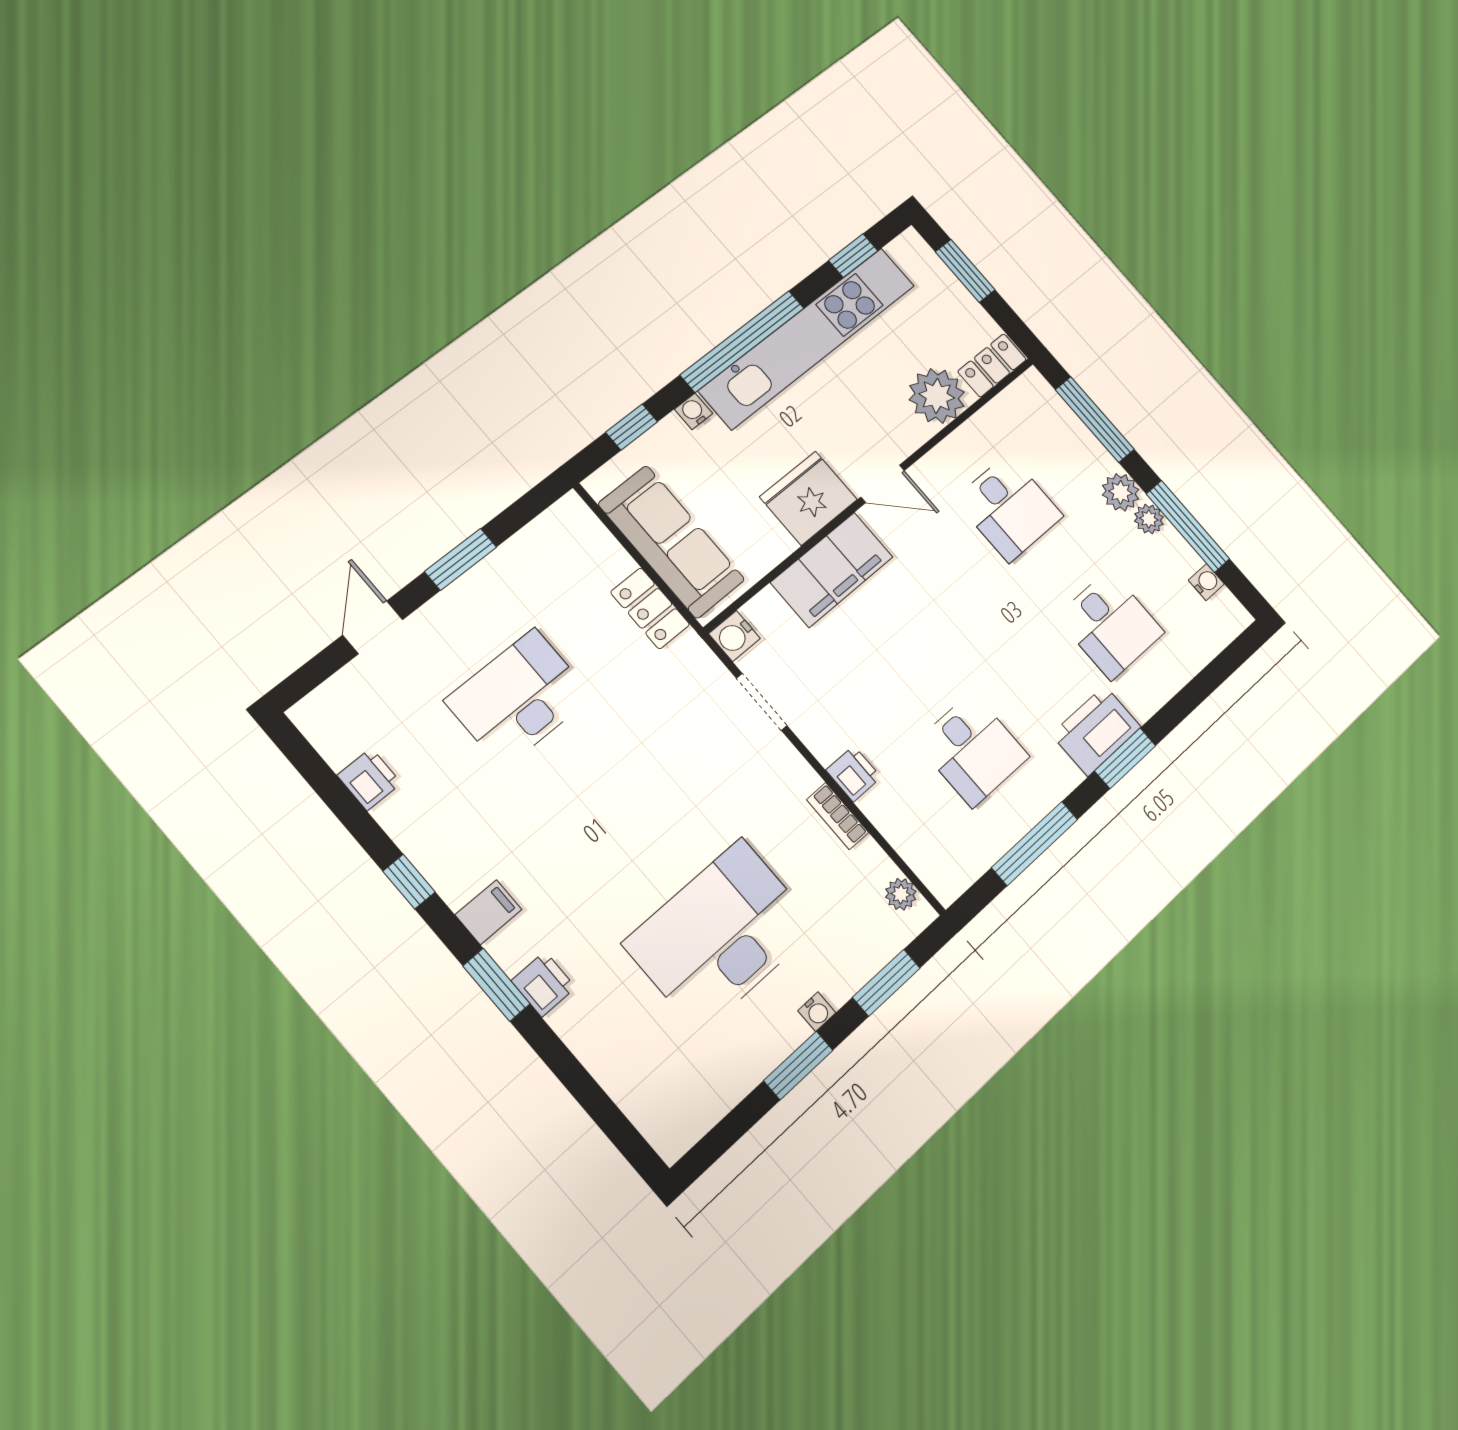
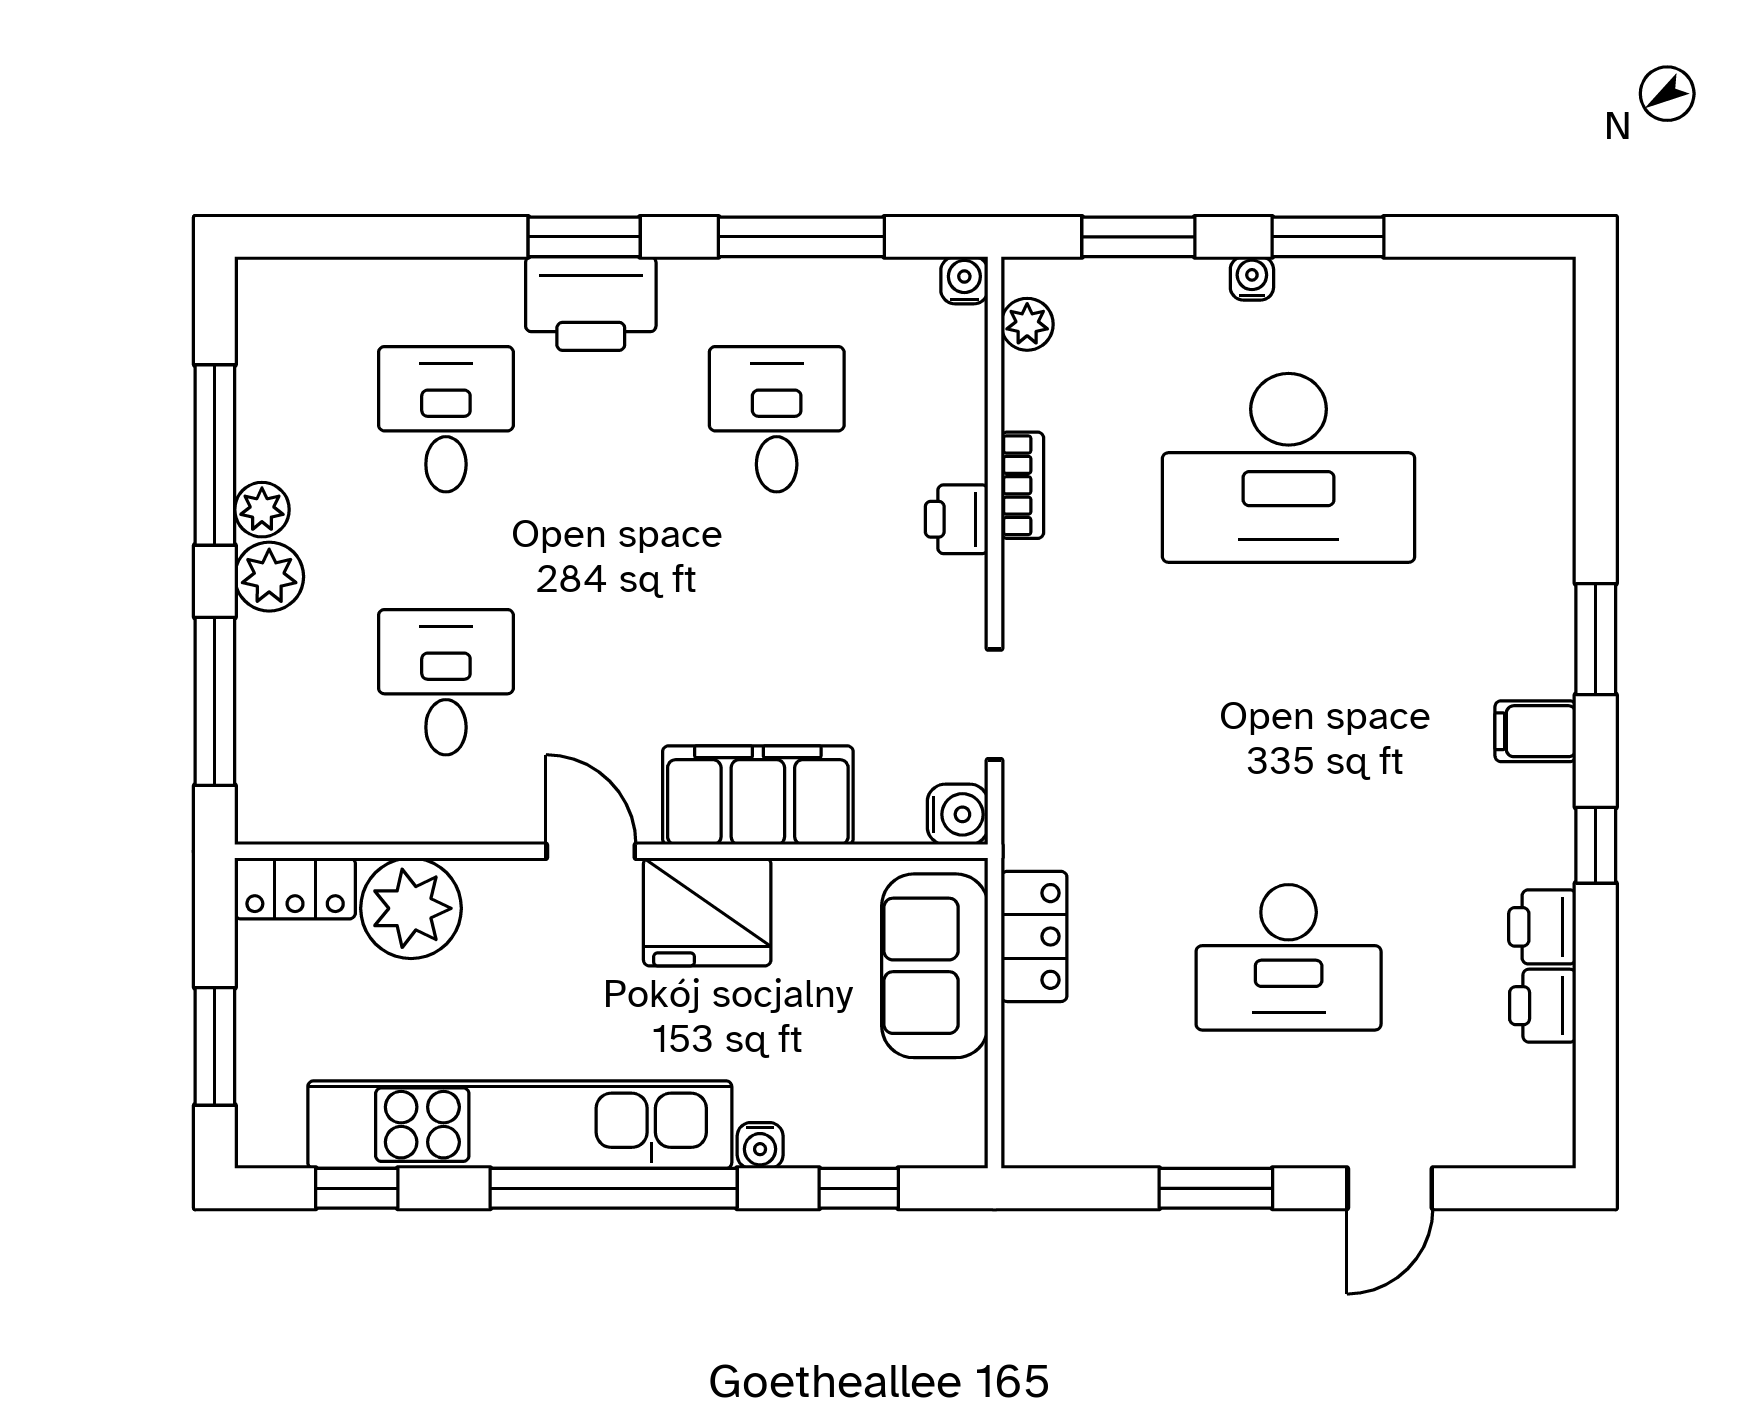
sofa: (671, 542) -> (935, 966), width x0.73
water cooler: (1206, 582) -> (964, 280), moved, turned 90
printer: (543, 984) -> (1542, 927), moved

